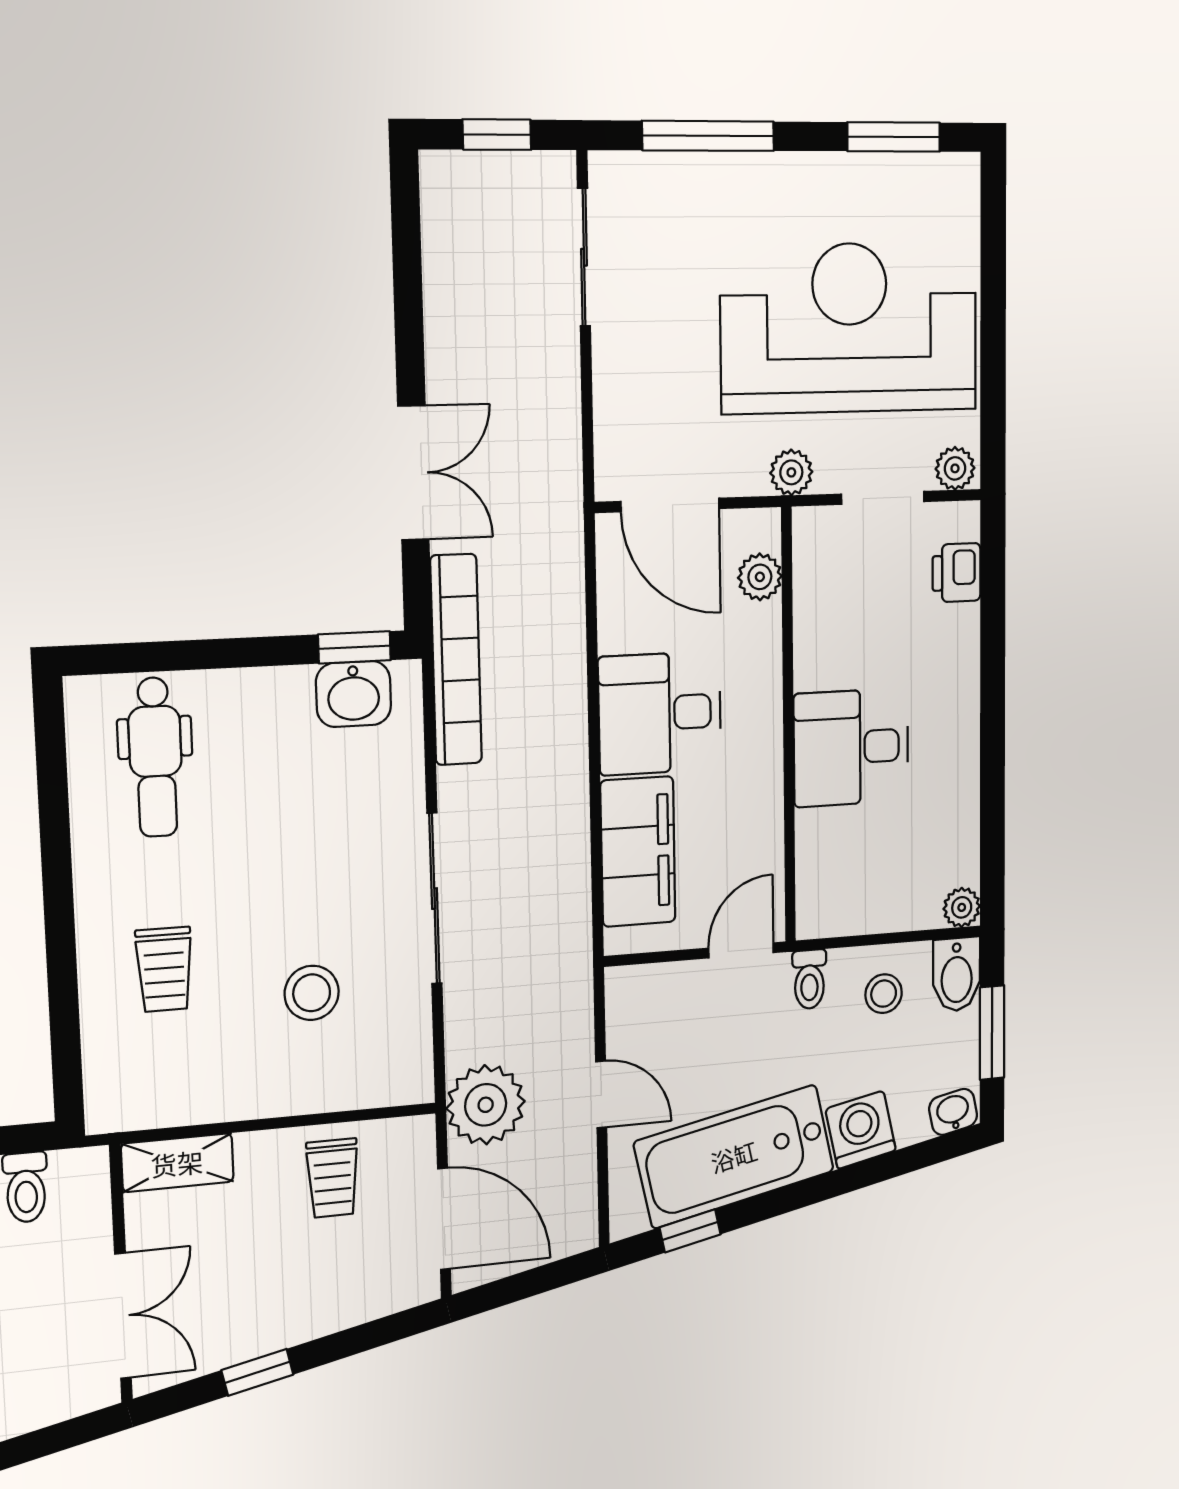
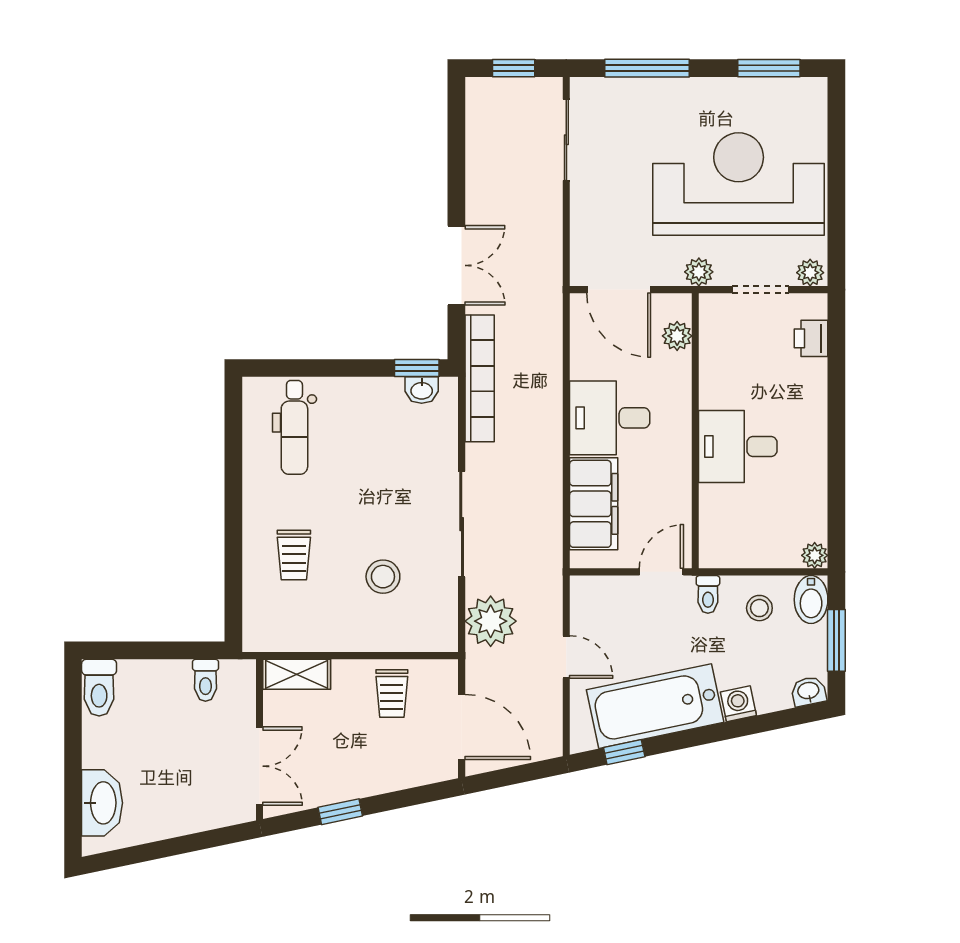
washbasin: (354, 694) -> (422, 390), width x0.72, depth x0.69
plant: (486, 1105) -> (491, 621), moved
washing machine: (861, 1130) -> (738, 704), width x0.73, depth x0.73

